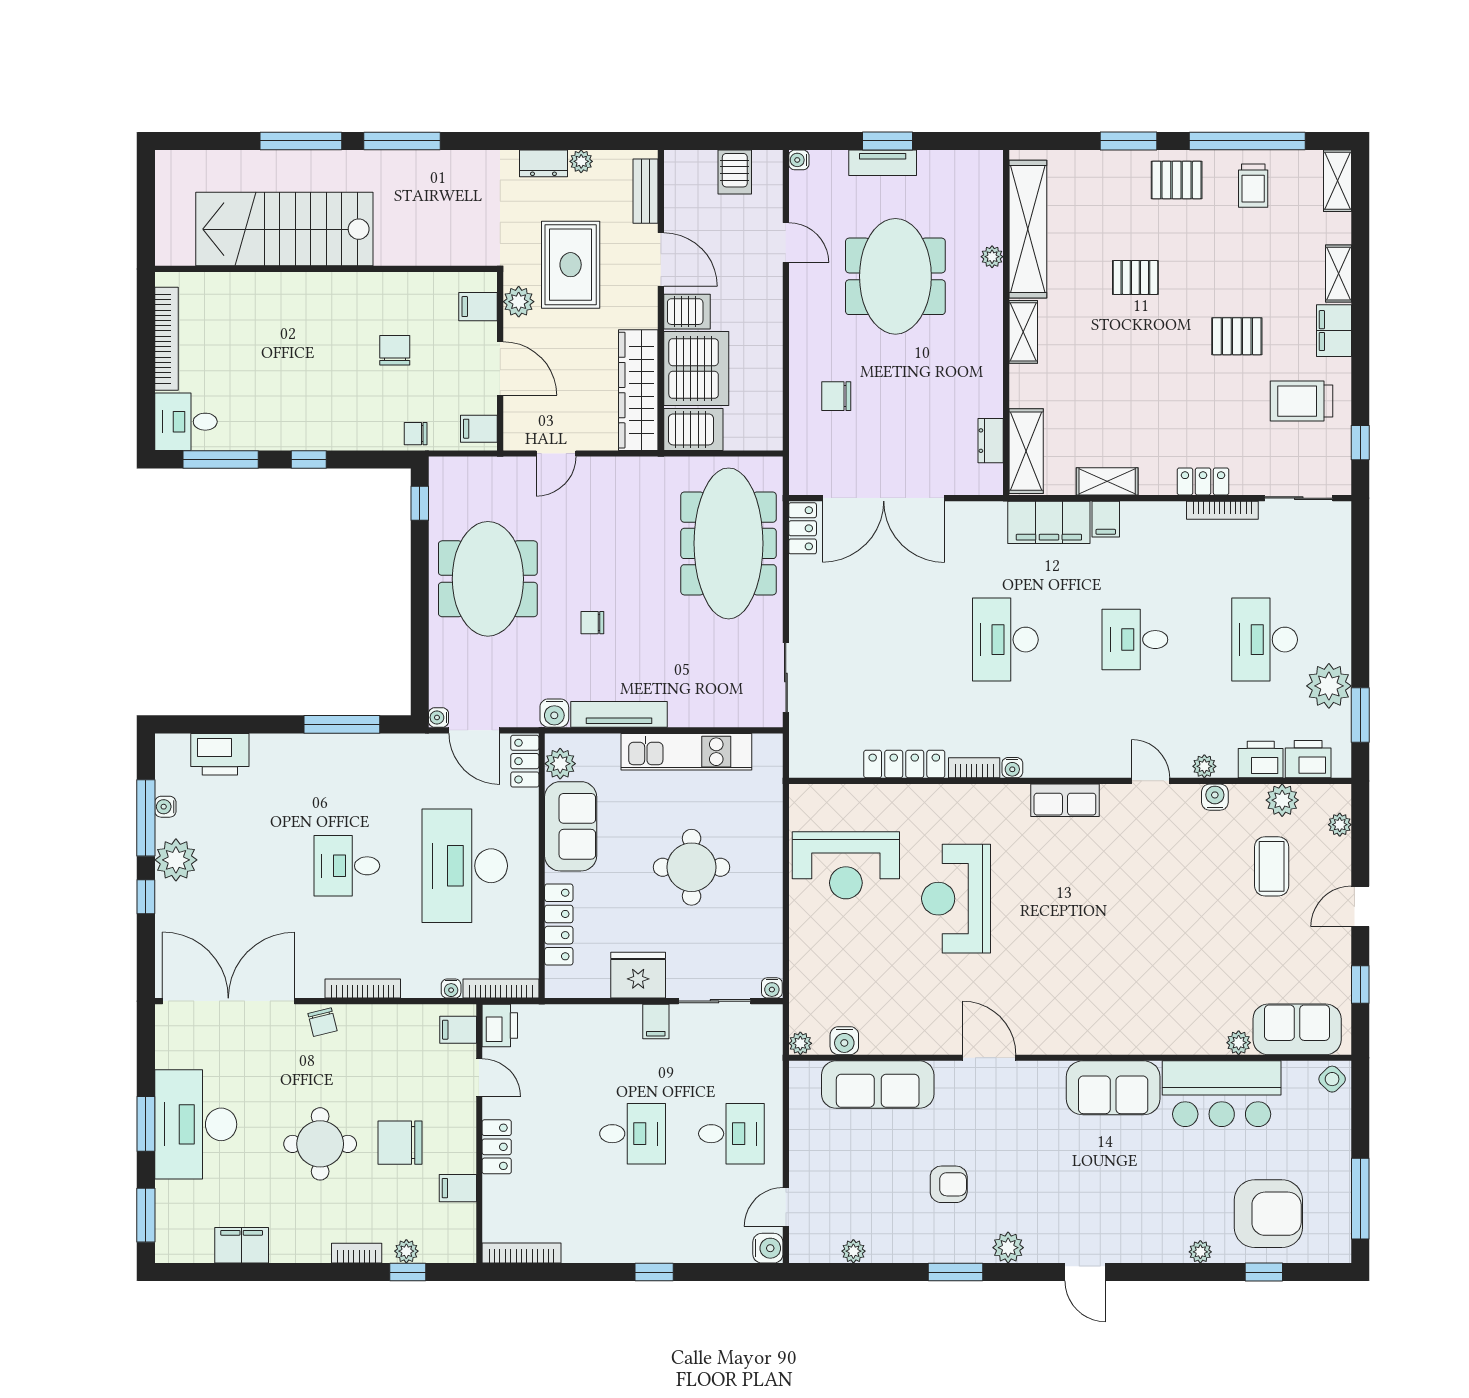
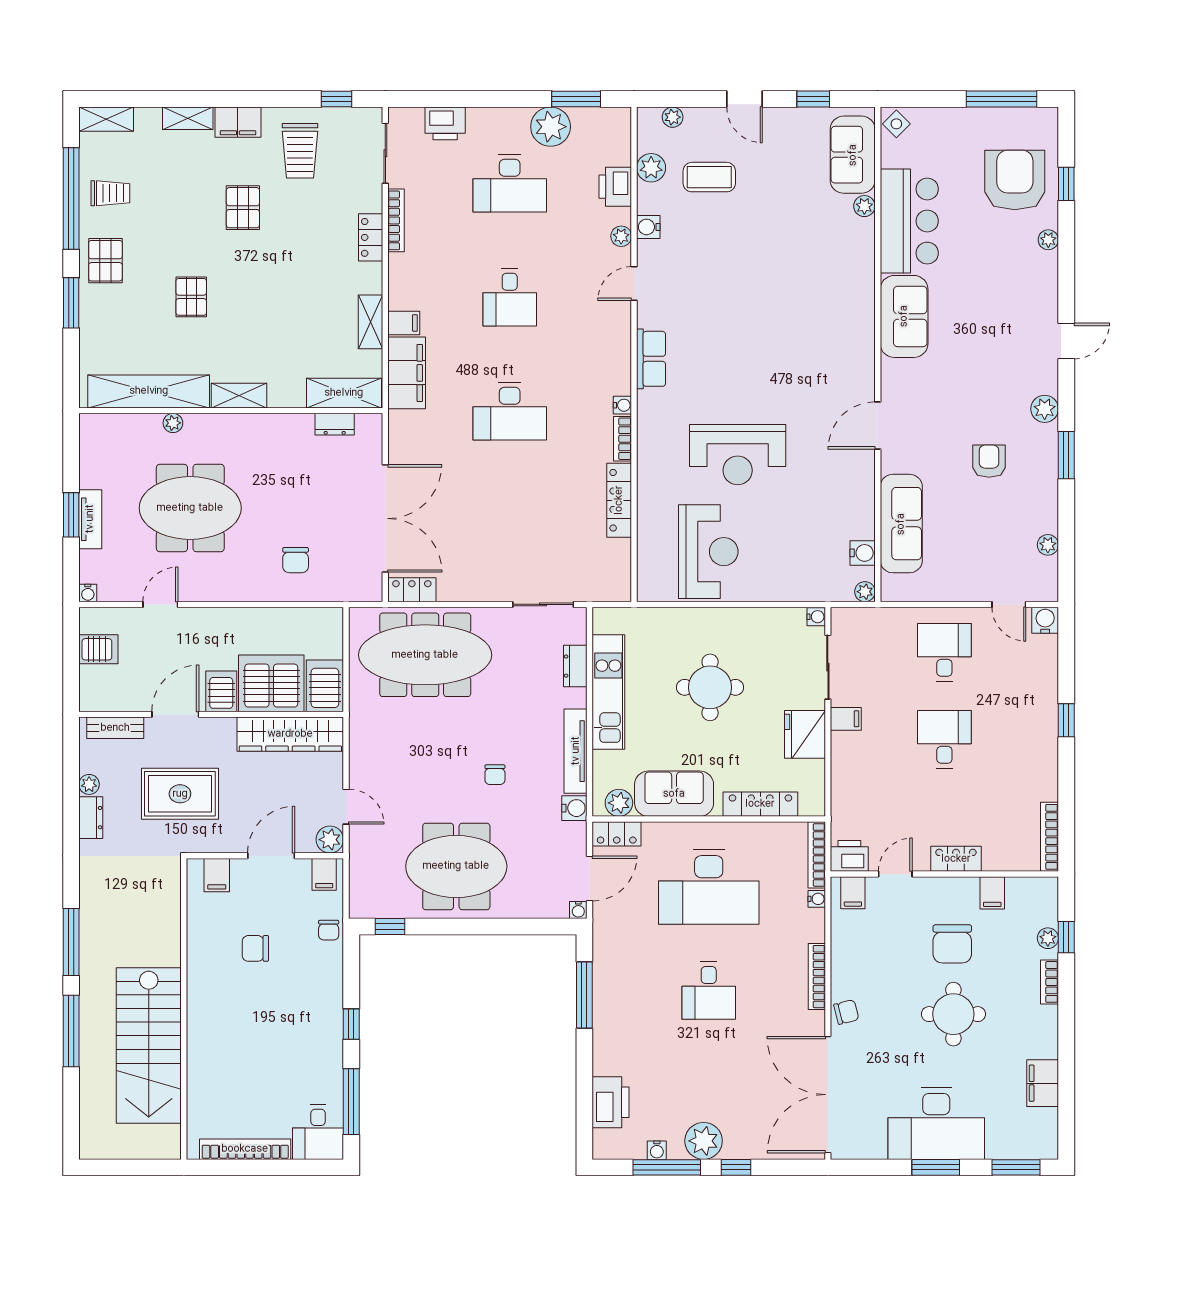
plant: (519, 302) -> (330, 840), moved
dresser: (716, 714) -> (575, 666), added
printer: (1308, 759) -> (445, 123), moved, turned -90

